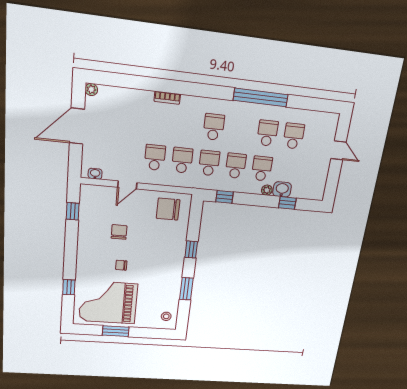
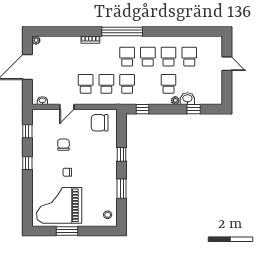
window: (261, 97) -> (122, 31), moved
school desk: (236, 166) -> (148, 57), moved
window: (69, 287) -> (27, 163), moved

